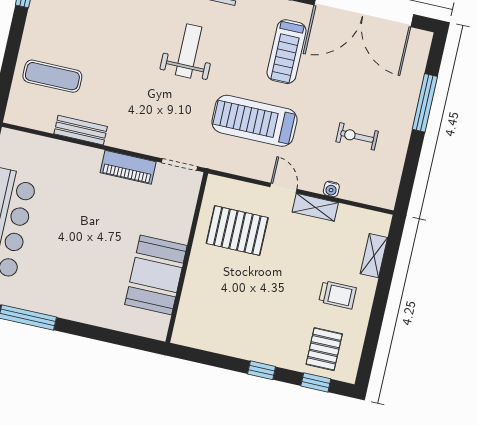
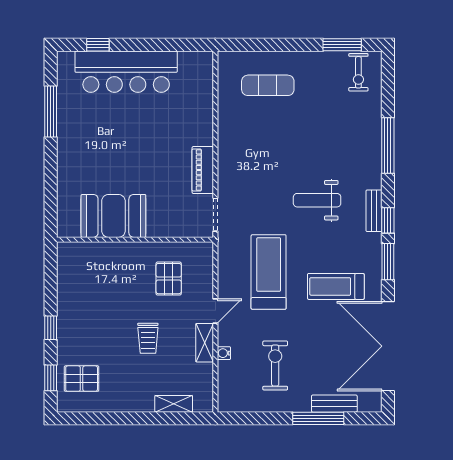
weight bench: (189, 51) -> (317, 200), turned 180
exercise mat: (52, 76) -> (268, 85), turned 90
bench: (81, 130) -> (334, 404), moved, turned 90
exercise bike: (357, 136) -> (275, 365), width x1.38, depth x1.39
pallet: (237, 231) -> (169, 279), width x0.67, depth x0.71
trolley: (338, 295) -> (148, 338), moved

